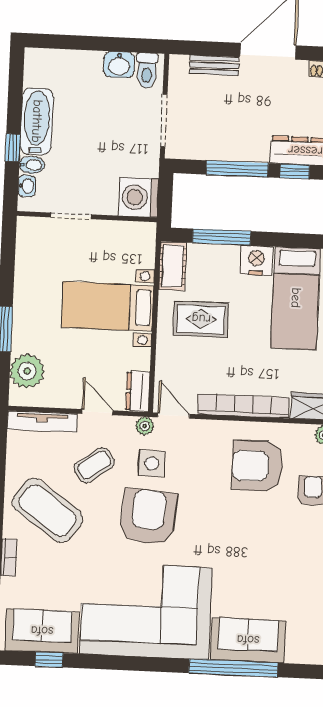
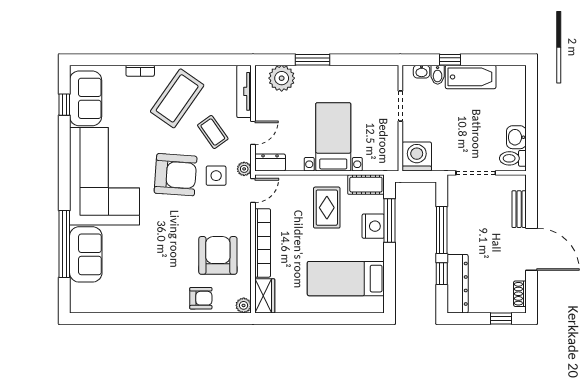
nightstand: (256, 260) -> (373, 226), moved

